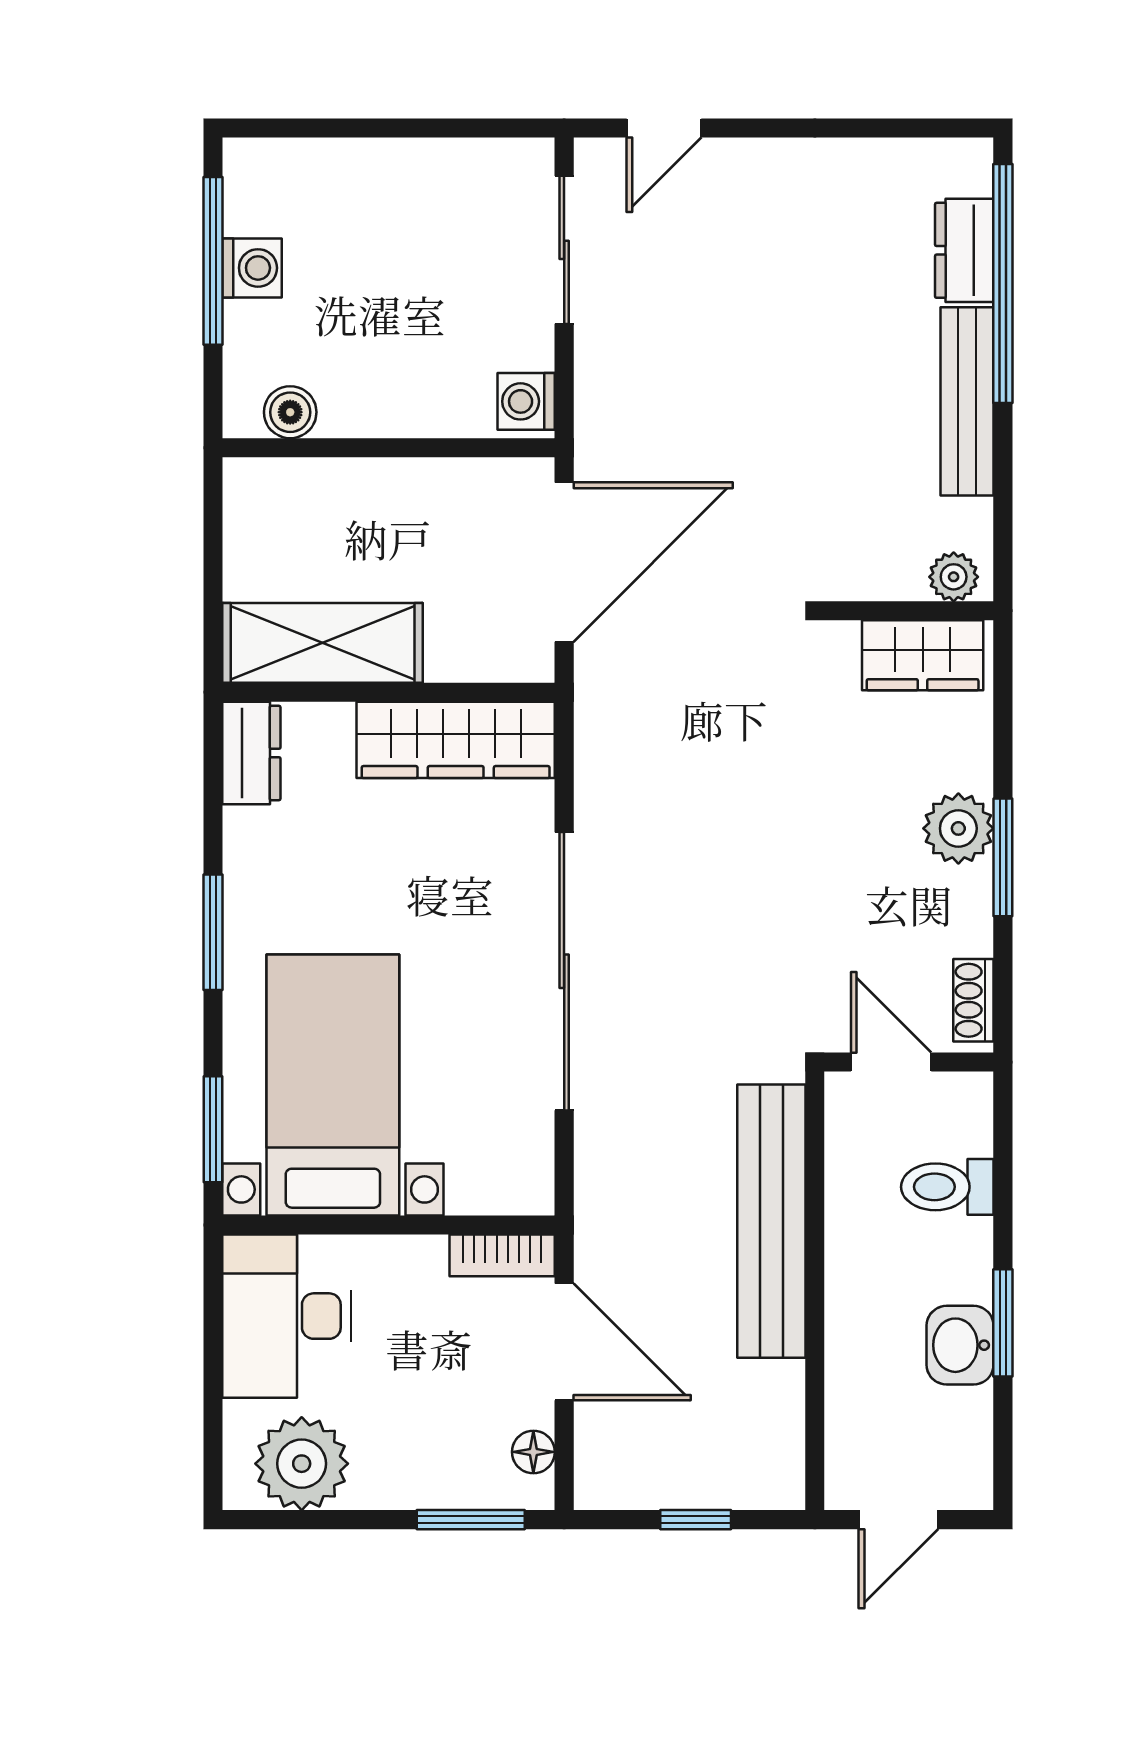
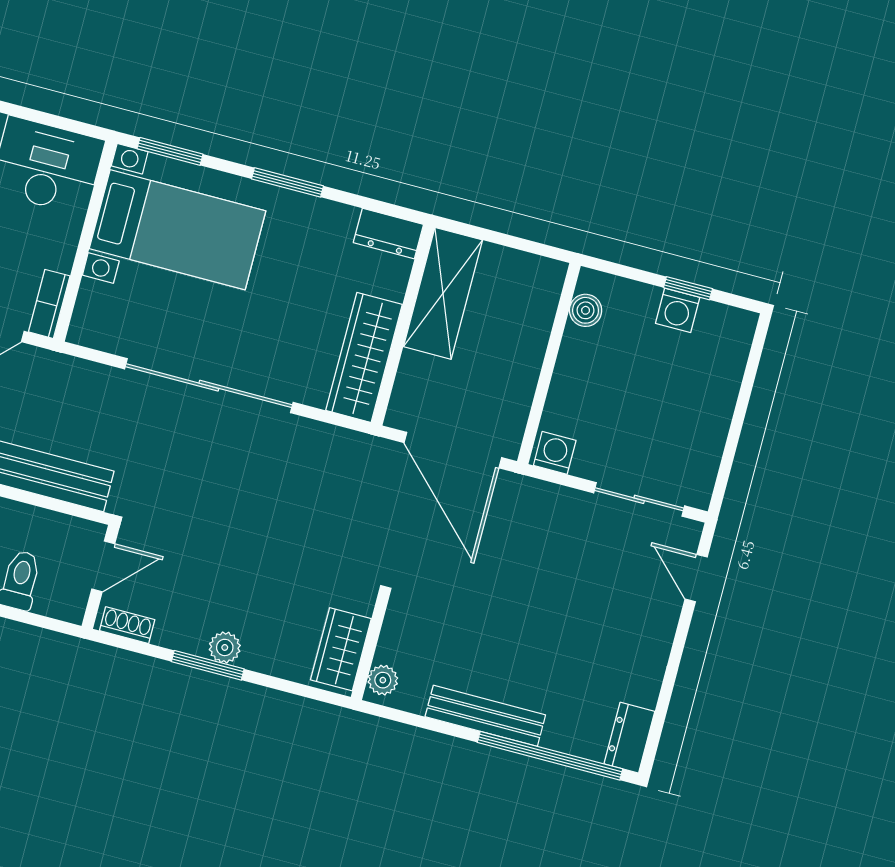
dresser: (964, 250) -> (629, 738), moved, turned -90
window: (213, 261) -> (688, 288), width x0.46
plant: (958, 828) -> (225, 647), width x0.73, depth x0.73

